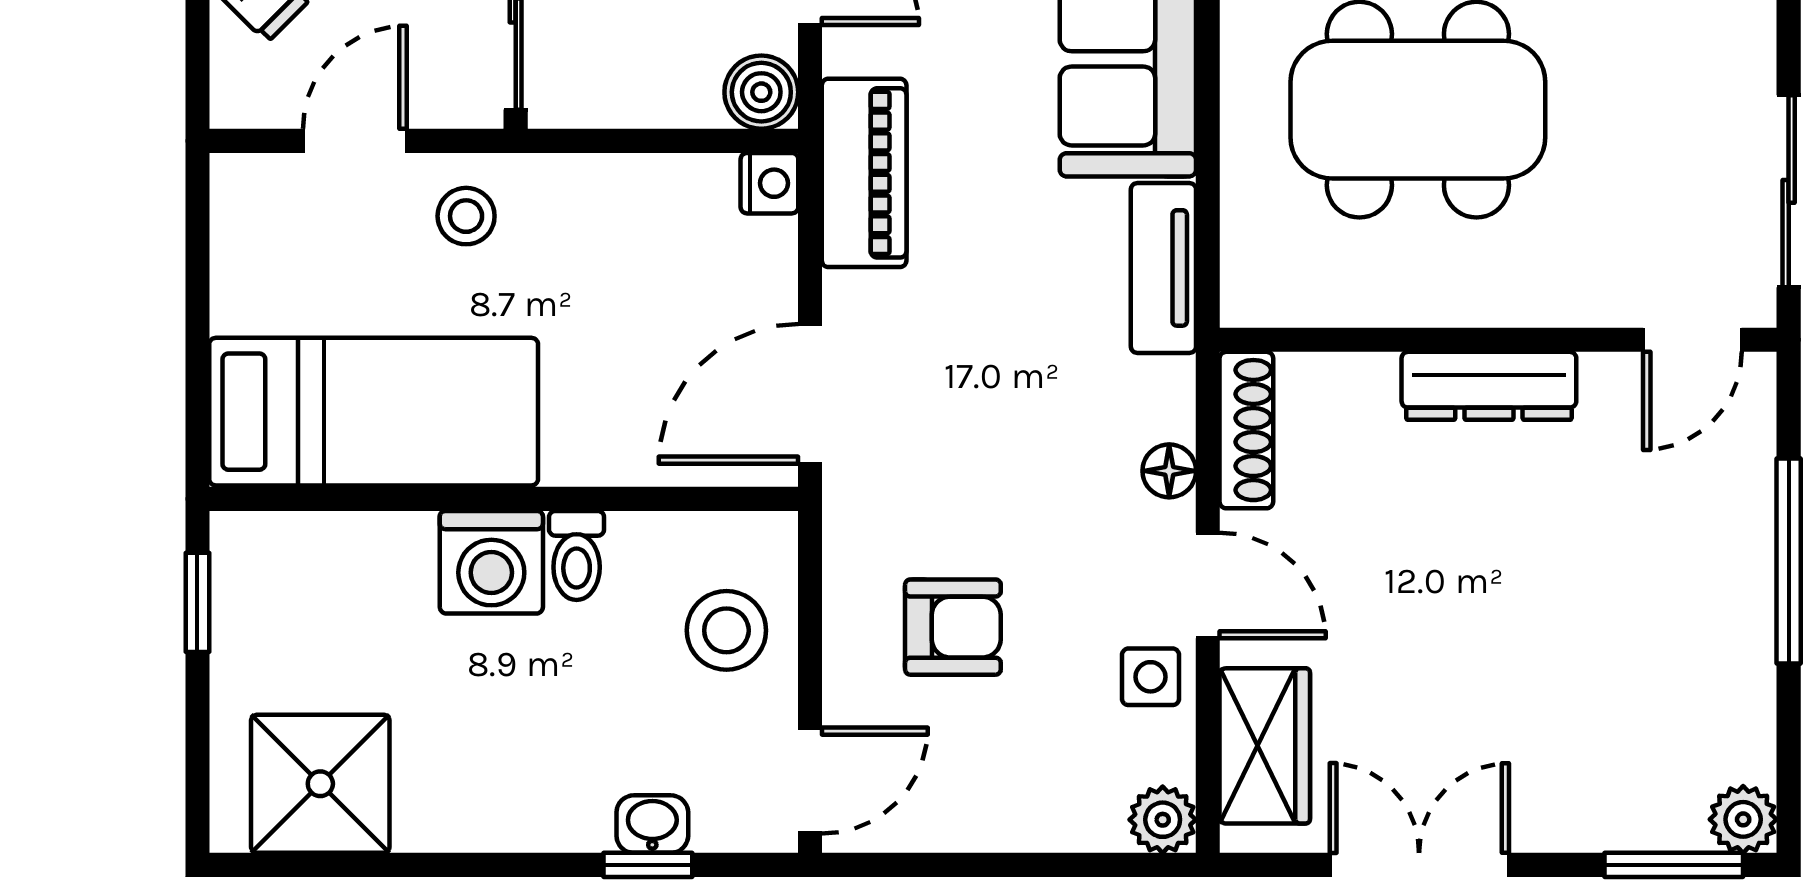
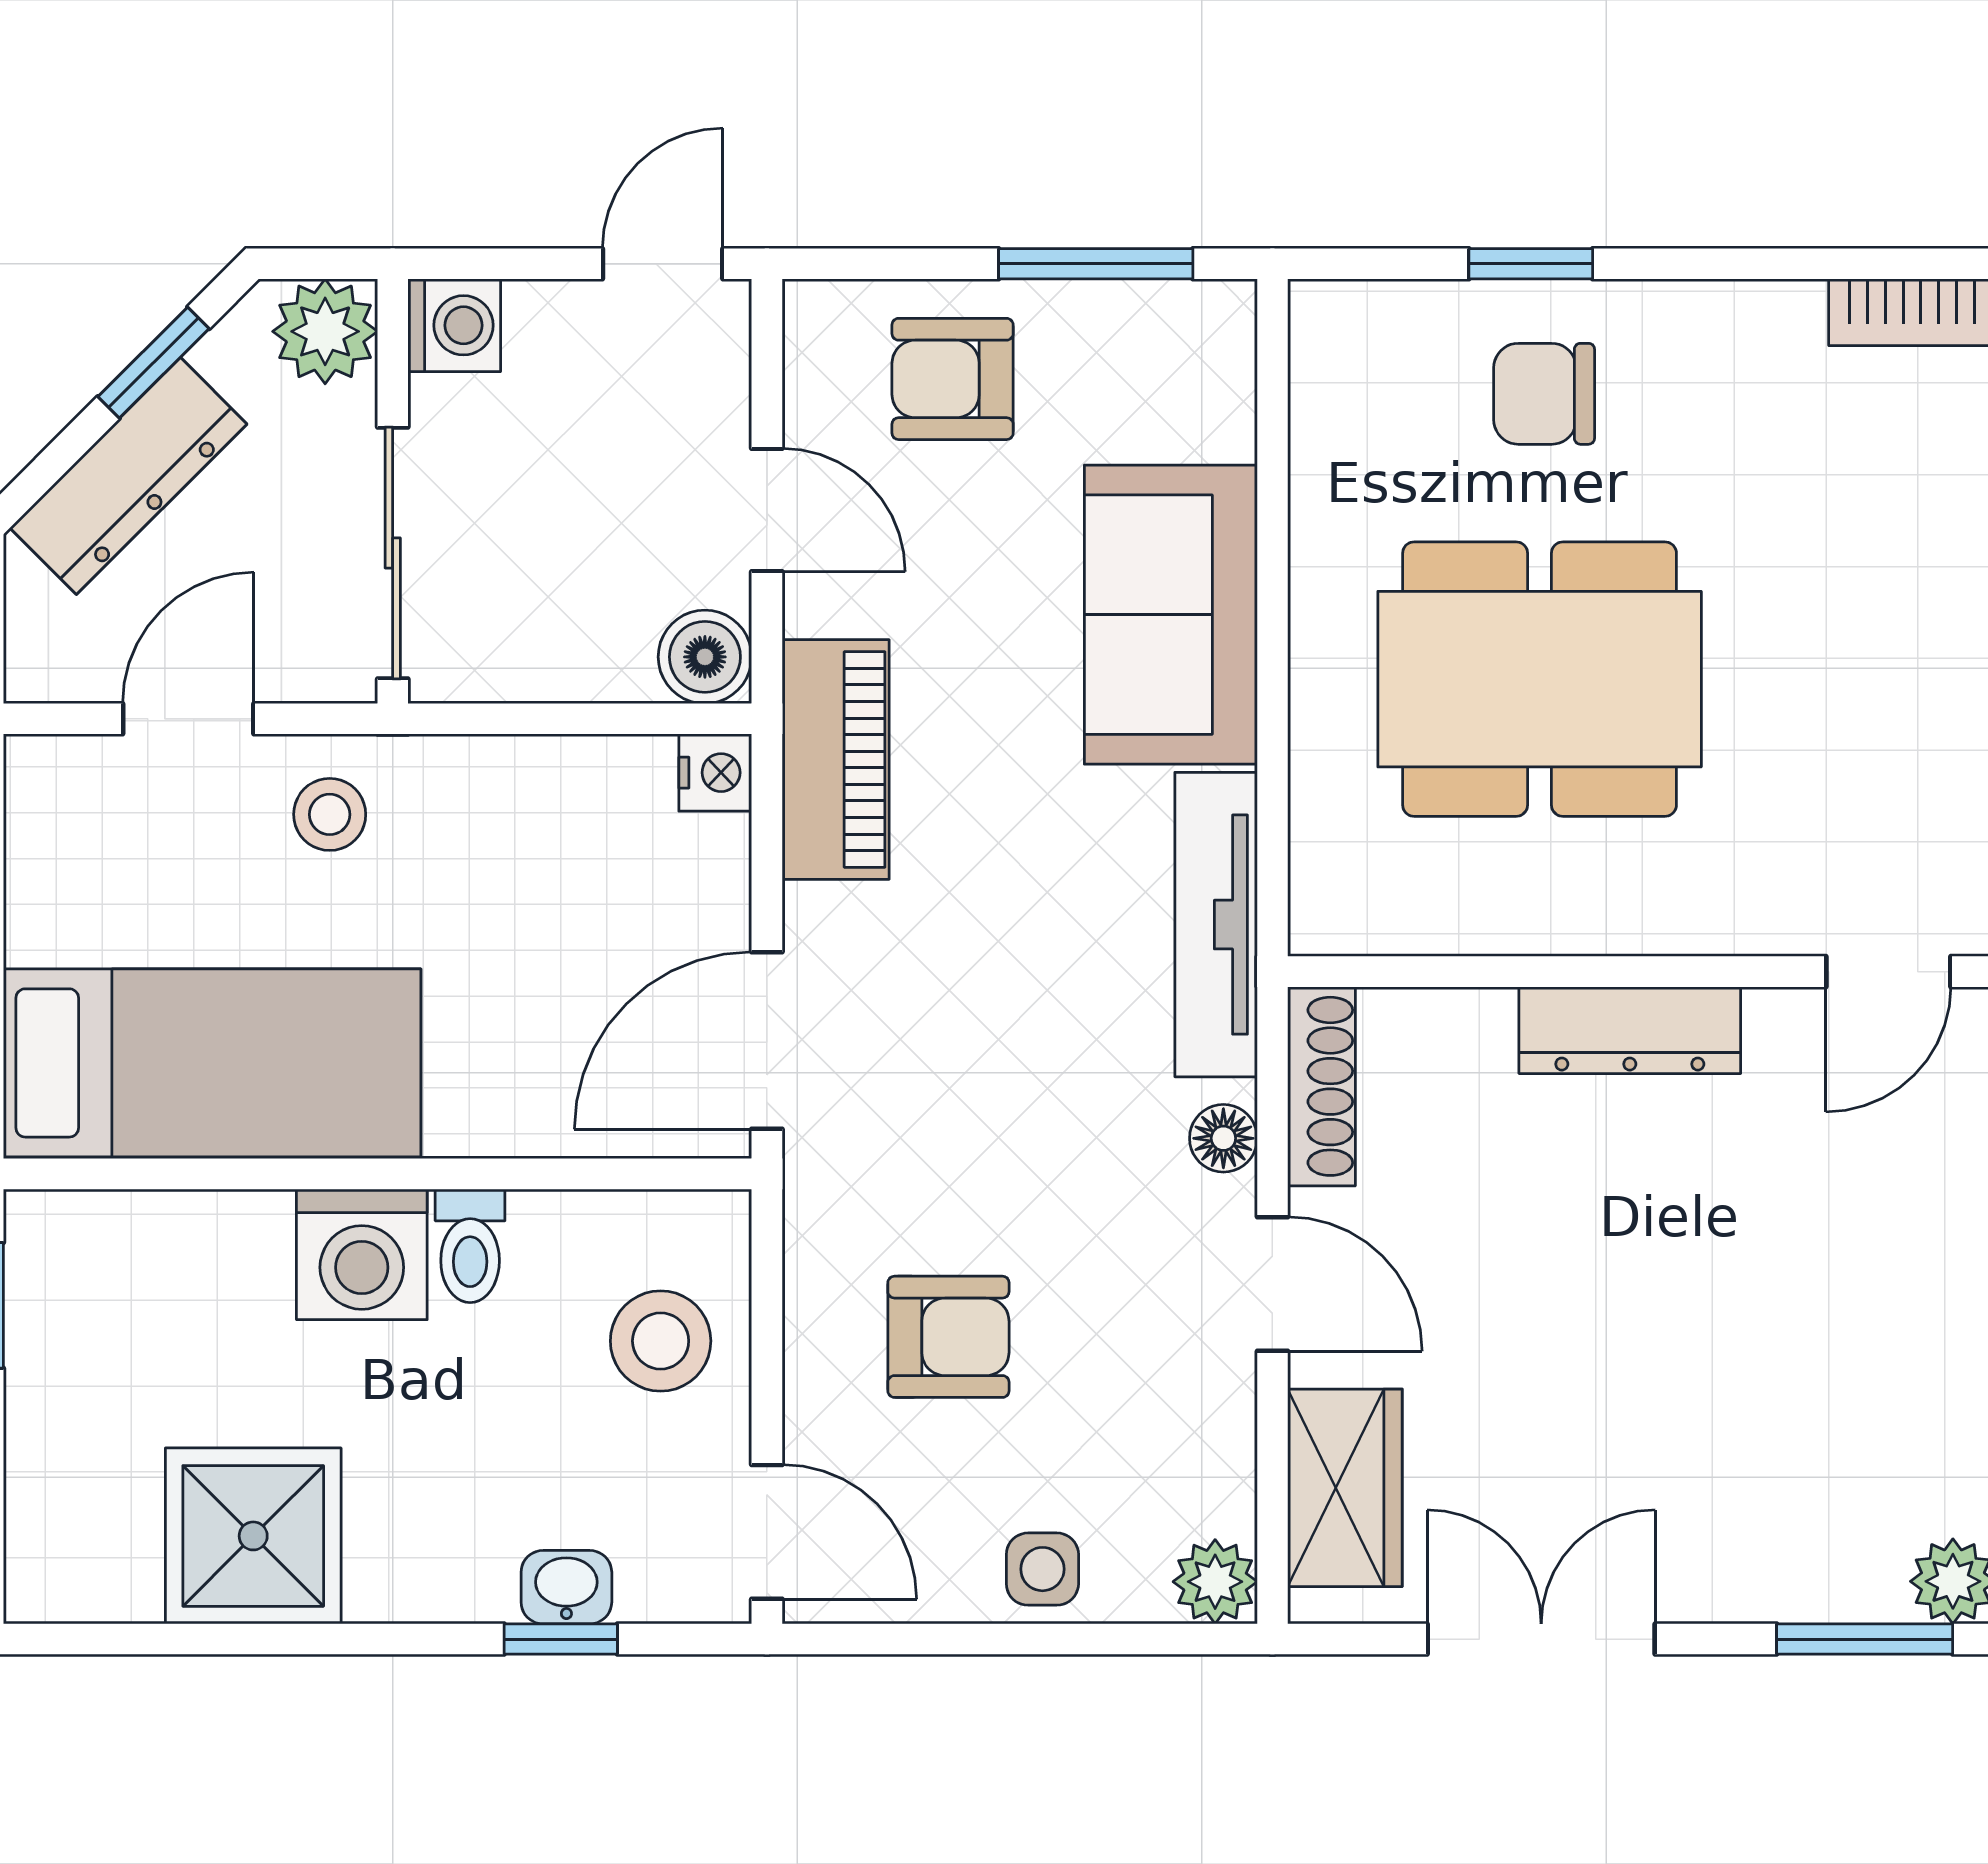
tv unit: (1163, 268) -> (1216, 925), width x1.41
side table: (1151, 677) -> (1042, 1569), moved
door: (810, 781) -> (767, 1532), hinge flipped
shower: (320, 784) -> (253, 1536), moved

